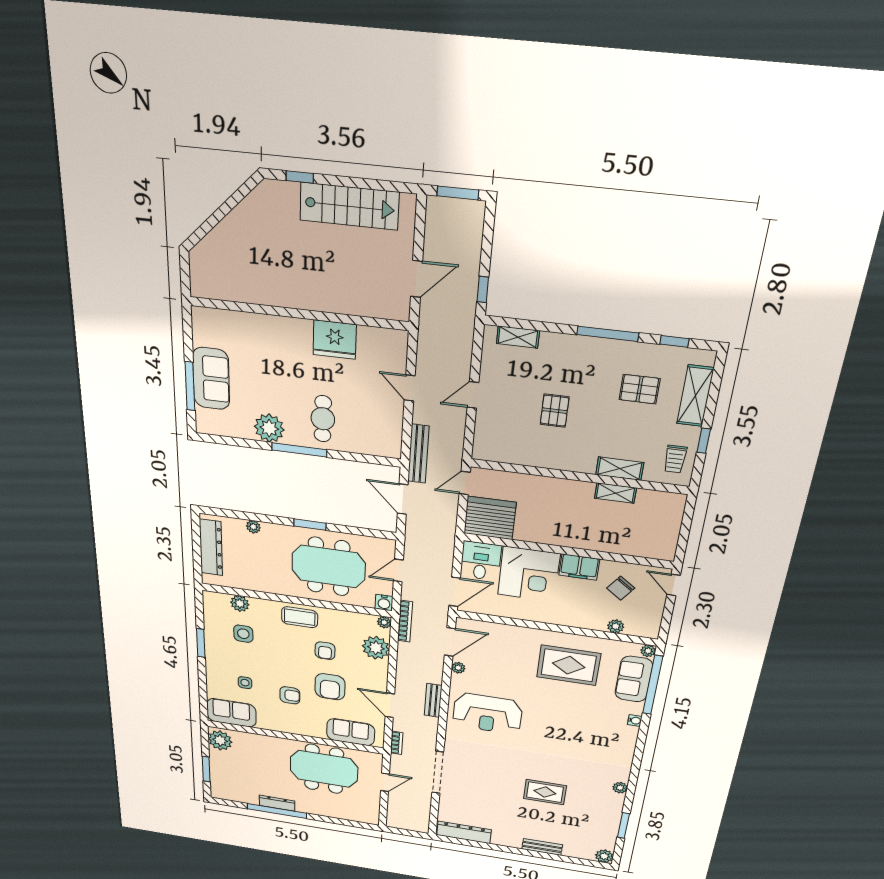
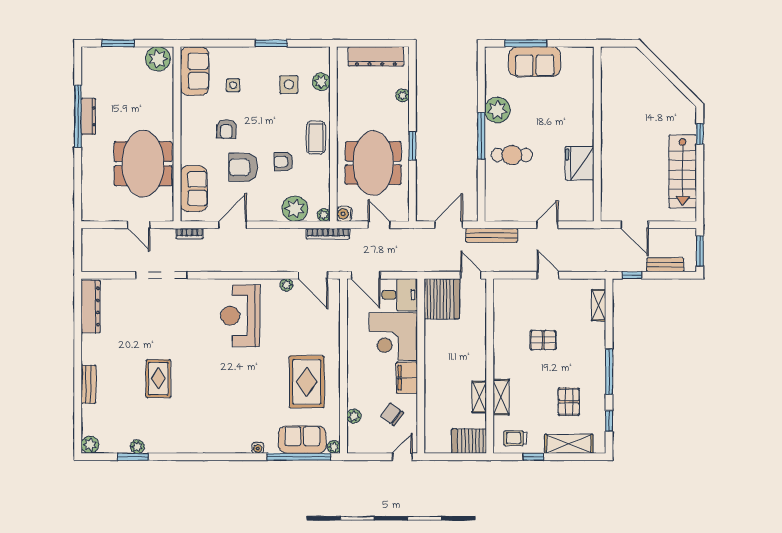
server rack: (669, 511) -> (469, 441), added
bench: (433, 700) -> (665, 265), moved
plant: (620, 788) -> (137, 447), moved

